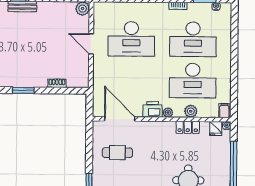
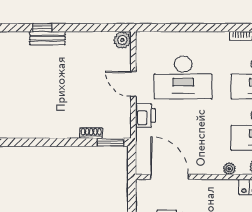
window: (23, 90) -> (111, 142), moved
printer: (153, 109) -> (145, 115), moved, turned 90

